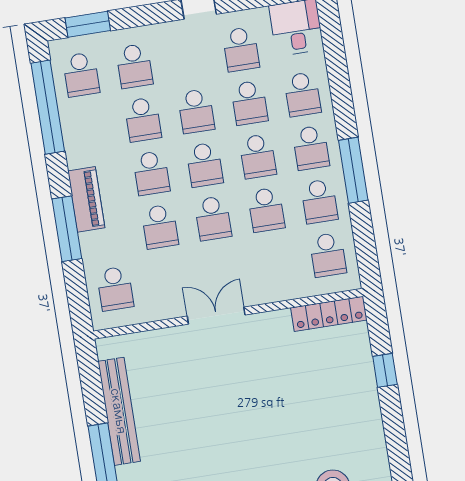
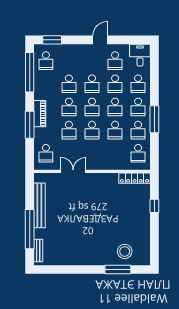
school desk: (134, 66) -> (69, 61), removed
double door: (216, 316) -> (73, 171), moved

